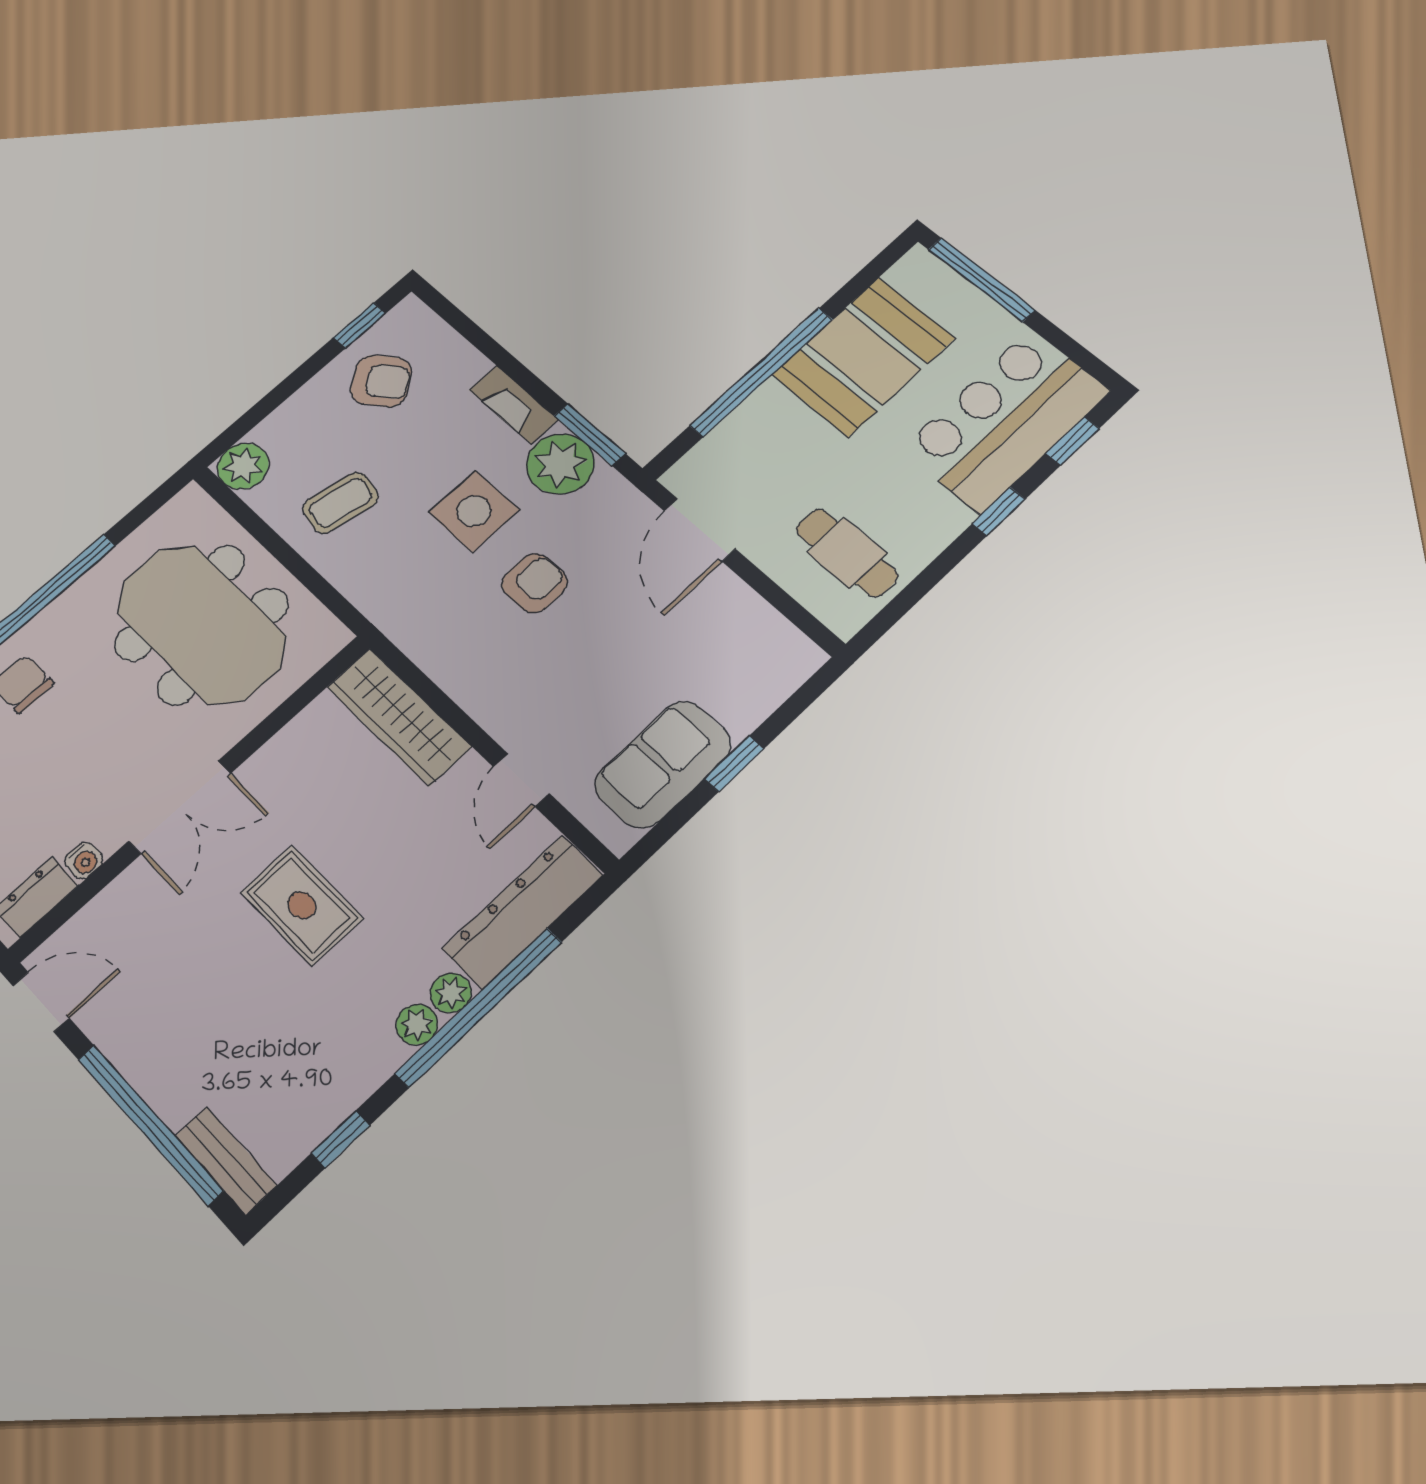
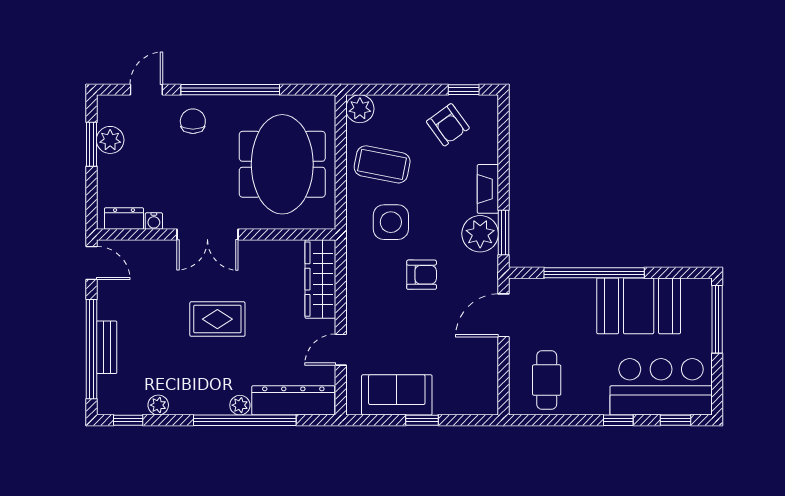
coffee table: (341, 503) -> (382, 164), width x1.36, depth x1.30
side table: (474, 511) -> (391, 222), moved
rug: (302, 905) -> (217, 319), turned 90
plant: (417, 1025) -> (158, 405), moved
window: (340, 1139) -> (128, 420), moved
bench: (226, 1161) -> (107, 347), moved

